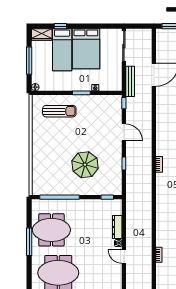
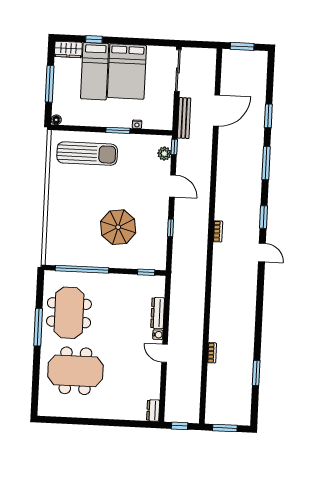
plant: (117, 108) -> (164, 154), added
sun lounger: (59, 111) -> (87, 154), width x1.36, depth x1.34
meeting table: (51, 230) -> (69, 313), turned 90

